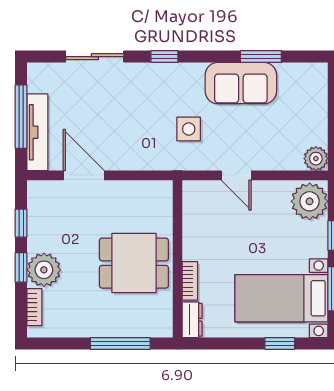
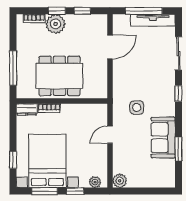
tv unit: (37, 132) -> (153, 20), moved
plant: (310, 201) -> (95, 182), width x0.53, depth x0.53
dining table: (134, 263) -> (59, 76), width x1.37
bed with nightstands: (281, 298) -> (47, 161), width x1.36

